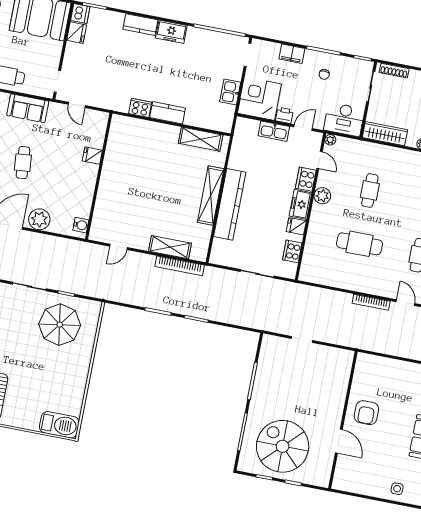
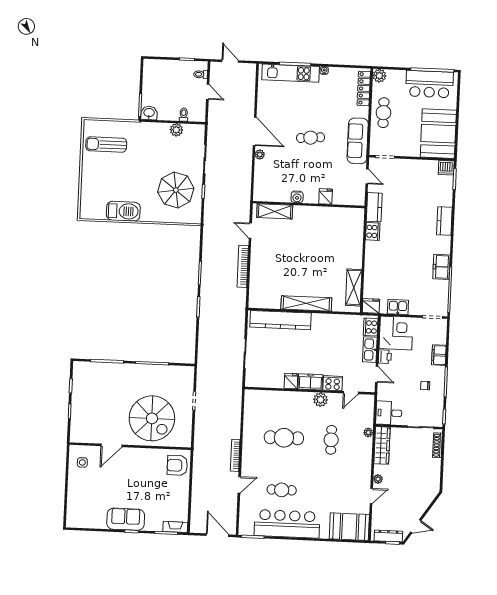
freezer: (171, 32) -> (441, 267), moved
fridge: (77, 33) -> (371, 306), moved, turned 180
door: (77, 105) -> (367, 176), swing flipped
sofa: (28, 108) -> (358, 141), width x1.36
kitchen counter: (168, 113) -> (374, 207), moved
desk: (344, 119) -> (389, 413), width x0.73
plant: (330, 140) -> (368, 433), moved
cafe table: (370, 190) -> (331, 440), turned 90
kitchen counter: (230, 204) -> (281, 320), moved
plant: (39, 219) -> (260, 155), width x0.53, depth x0.53
water cooler: (81, 225) -> (297, 197), moved
cafe table: (360, 244) -> (284, 438), turned 90
shelving: (170, 247) -> (275, 211), moved, turned 90
cooker: (292, 251) -> (371, 327), moved, turned -90
bookcase: (180, 266) -> (243, 266), moved
armchair: (366, 413) -> (177, 465), moved
barbecue: (59, 425) -> (123, 211), moved, turned -90
spiral stairs: (283, 446) -> (152, 418), moved, turned 90
side table: (397, 489) -> (82, 462), moved

